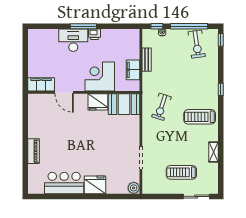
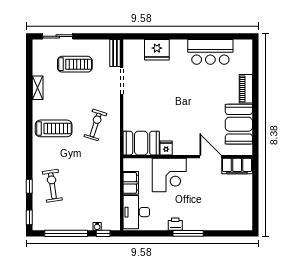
desk: (73, 40) -> (136, 212), moved, turned 90
exercise bike: (197, 44) -> (52, 186), moved
bench: (147, 60) -> (115, 53), moved
window: (221, 89) -> (29, 186), moved
fridge: (98, 102) -> (166, 148), width x0.53, depth x0.75
exercise bike: (161, 107) -> (95, 125), moved
booth: (40, 121) -> (239, 124), added
fridge: (95, 185) -> (157, 50), moved
plant: (134, 188) -> (130, 46), removed

